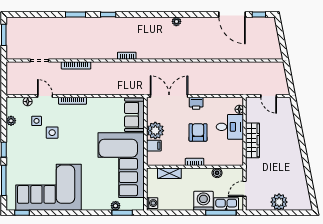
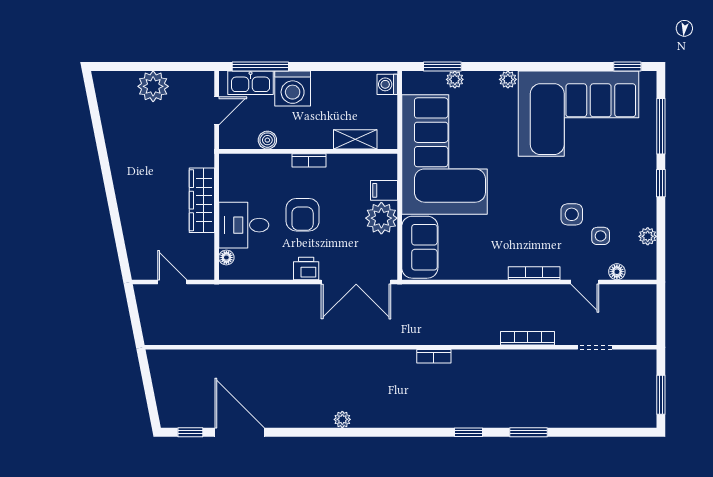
plant: (87, 206) -> (508, 79), added

